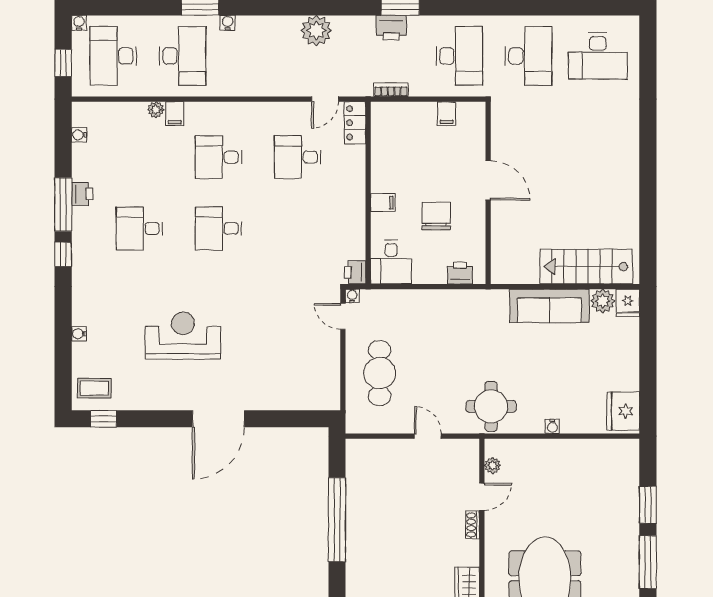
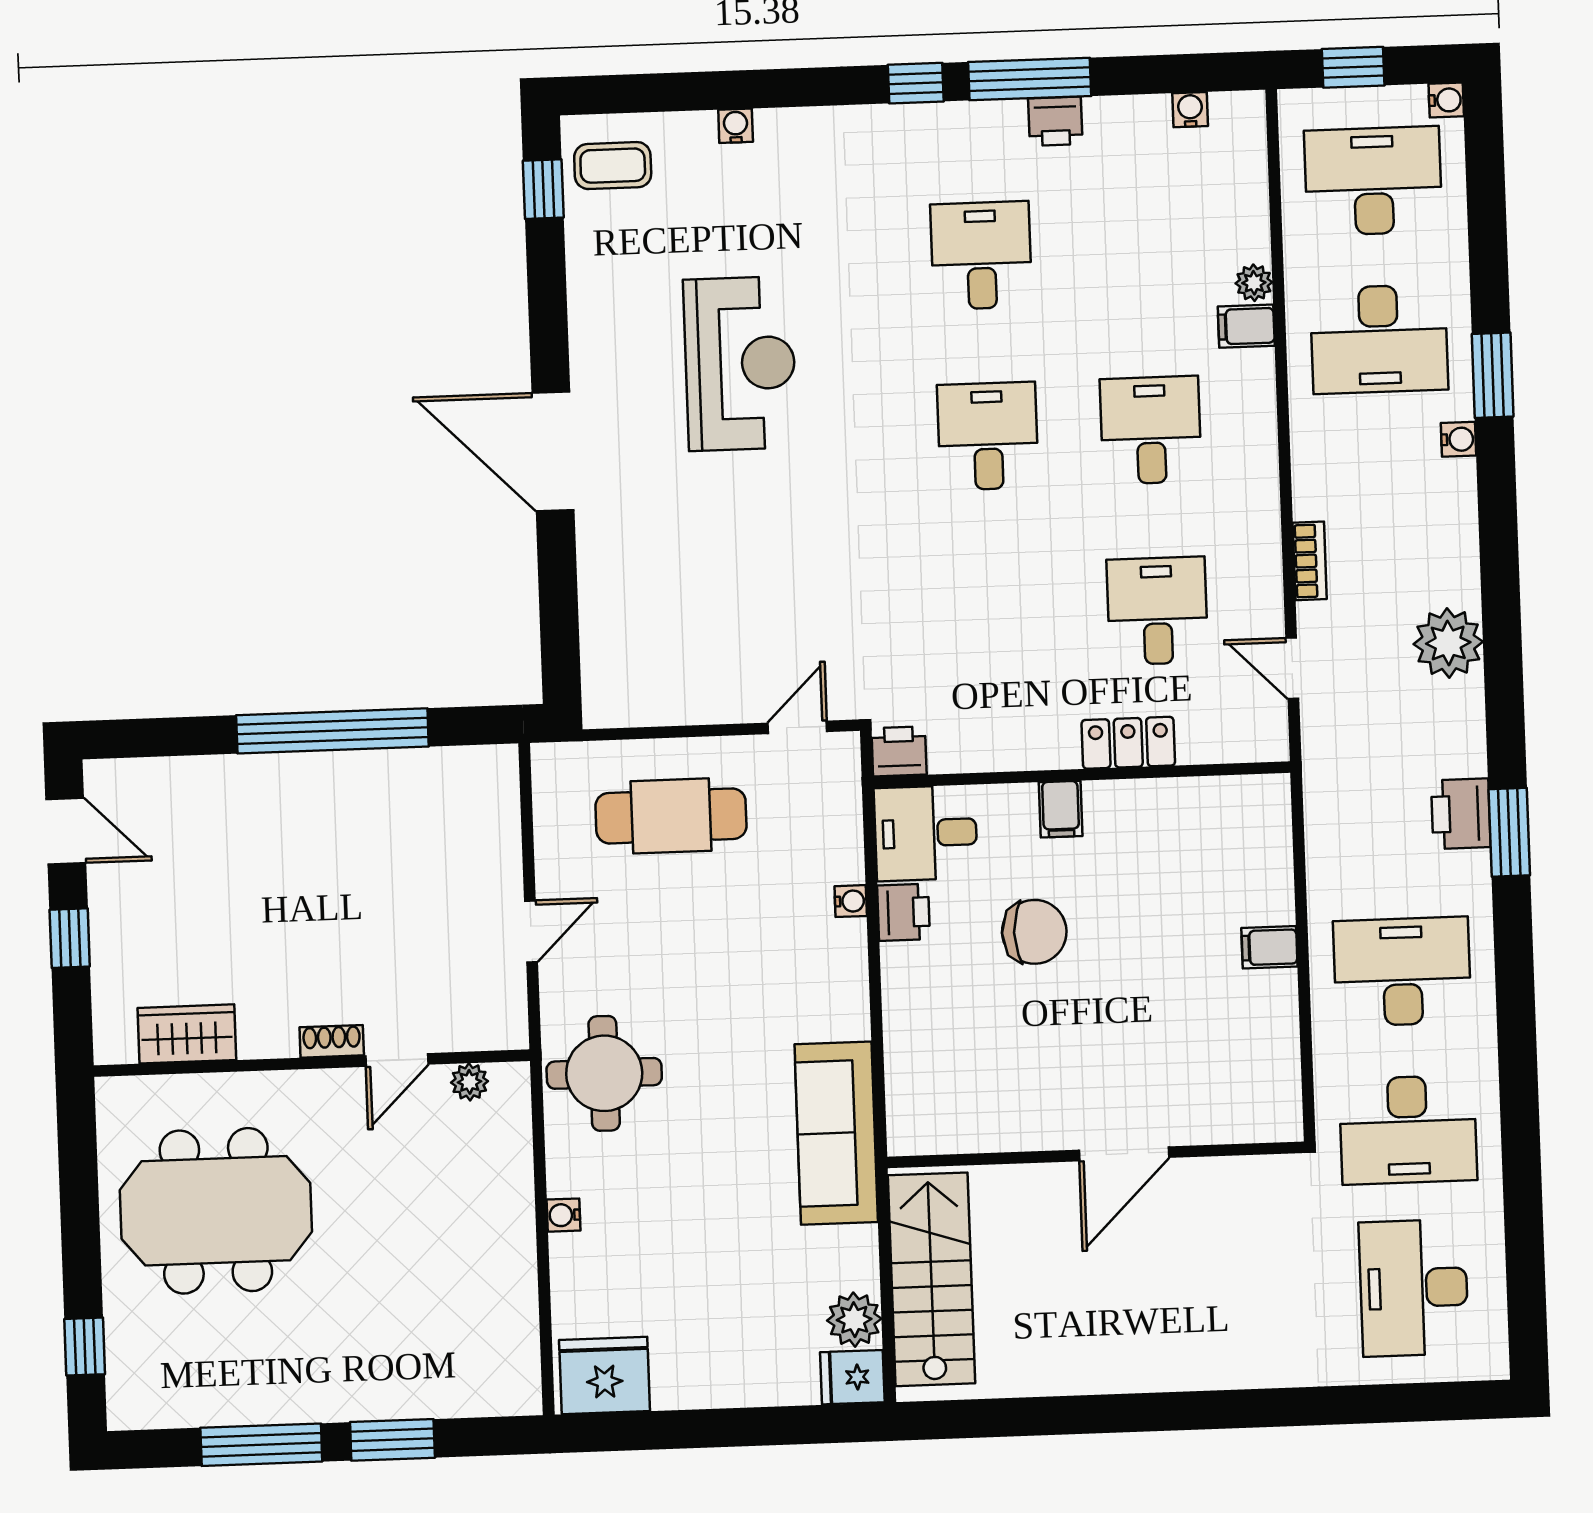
desk: (459, 56) -> (1402, 972), turned 180
bookcase: (391, 90) -> (1310, 561), moved
locker: (355, 123) -> (1128, 743), moved
door: (488, 180) -> (1124, 1154), moved
wall: (488, 193) -> (1096, 1155), moved
printer: (460, 273) -> (904, 912), moved
water cooler: (352, 296) -> (851, 901), moved
sofa: (549, 306) -> (836, 1133), moved
coffee table: (94, 388) -> (613, 166), turned 90
door: (482, 497) -> (397, 1060), hinge flipped

